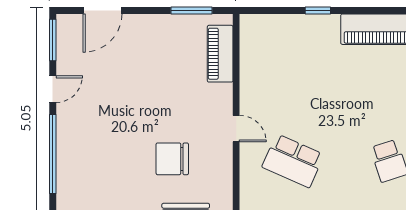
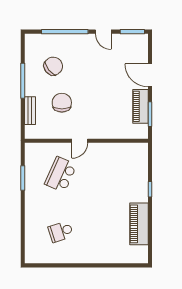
door: (102, 11) -> (150, 75), moved
piano: (220, 54) -> (140, 106), moved, turned -90
chair: (111, 173) -> (53, 66), added

